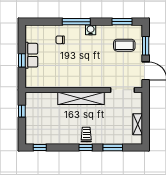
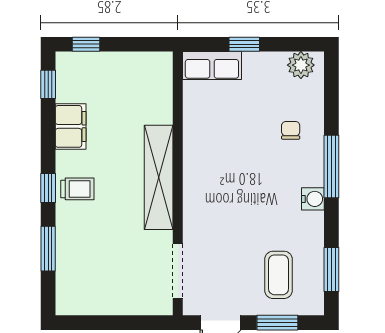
plant: (31, 35) -> (301, 65), added
row of seats: (31, 55) -> (212, 65), moved
window: (22, 111) -> (86, 44), moved
shelving: (138, 124) -> (101, 305), removed
filing cabinet: (58, 138) -> (71, 126), added

